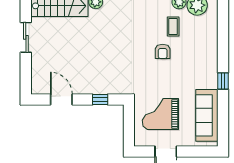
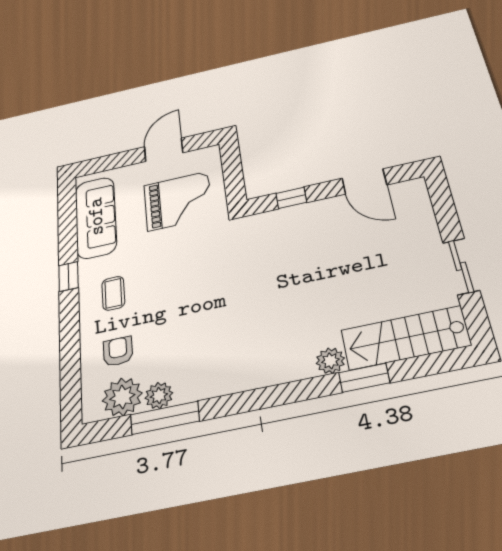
coffee table: (173, 26) -> (113, 293), moved
armchair: (163, 51) -> (118, 351), moved

